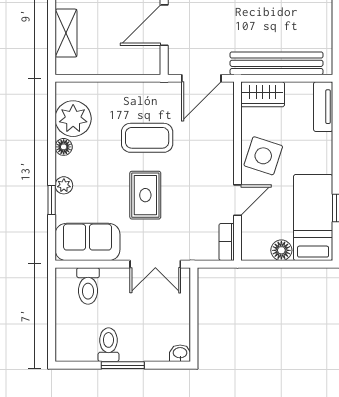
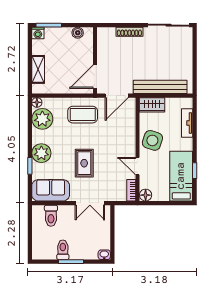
door: (164, 25) -> (95, 77), moved
tv unit: (323, 107) -> (187, 123), moved
coffee table: (147, 138) -> (83, 115), moved
floor lamp: (64, 147) -> (37, 102), moved
plant: (64, 185) -> (41, 153), width x1.88, depth x1.88
door: (238, 200) -> (138, 166), swing flipped
floor lamp: (281, 250) -> (146, 195), moved

